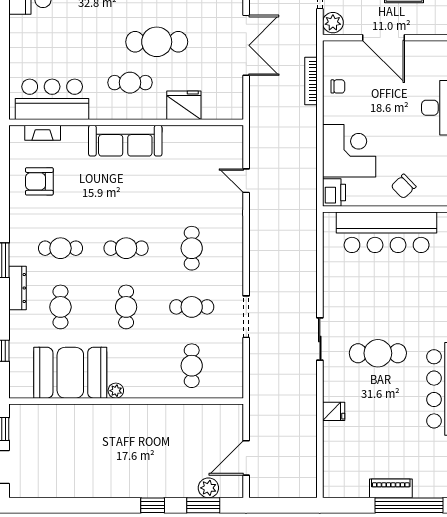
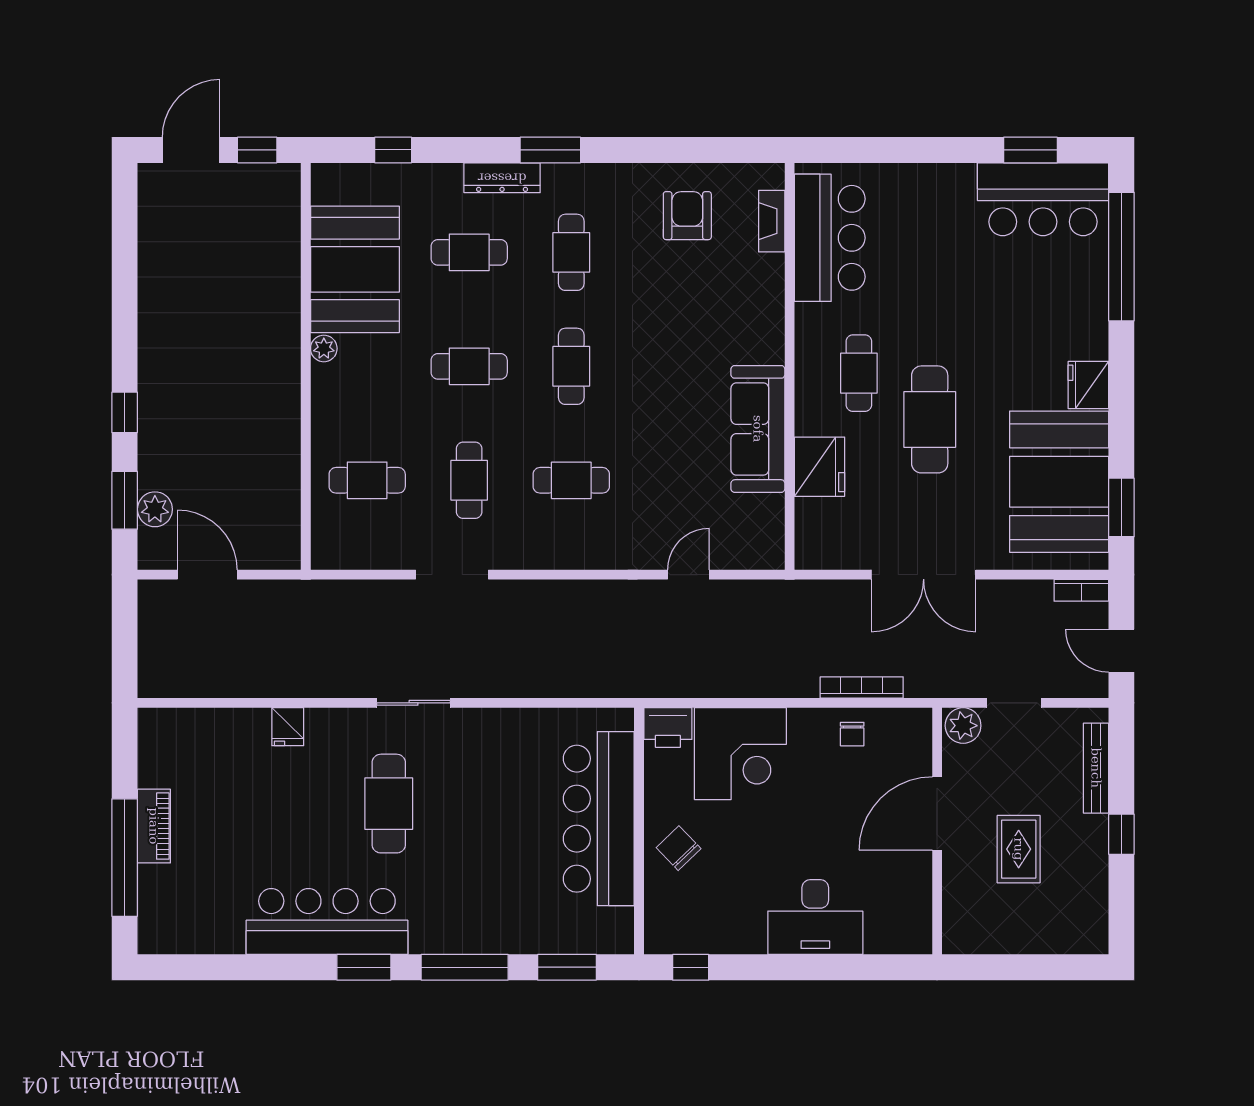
sofa: (125, 141) -> (758, 429), moved

